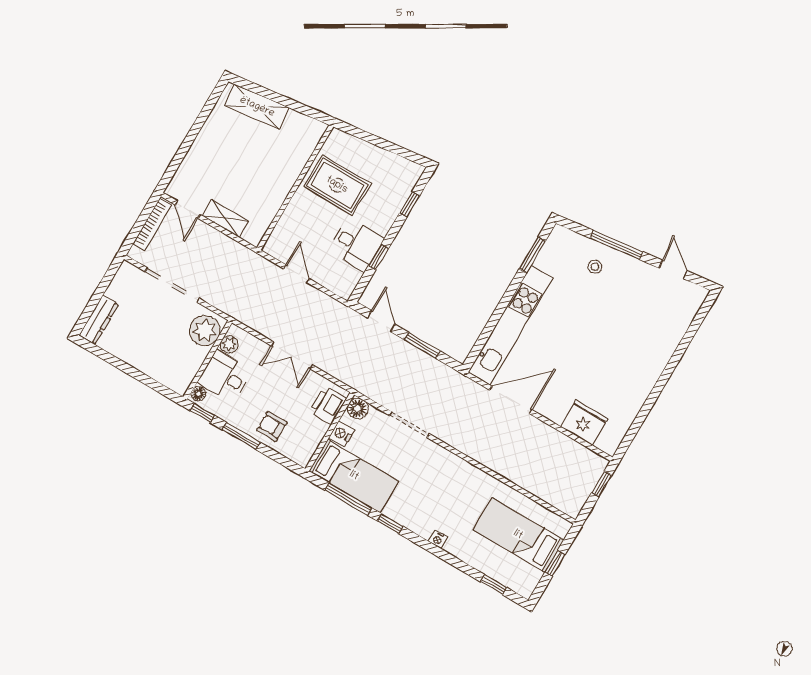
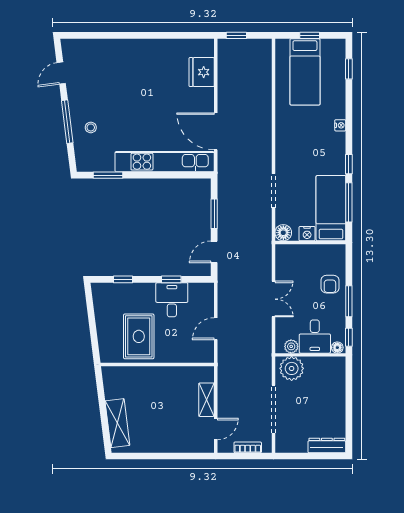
bookcase: (152, 224) -> (248, 447), width x0.64
printer: (328, 405) -> (293, 254), removed

